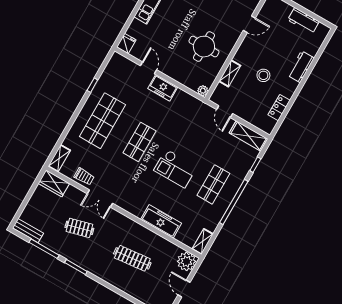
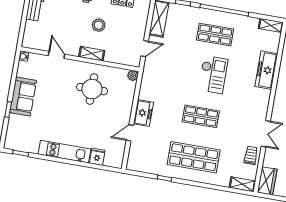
fridge: (126, 44) -> (97, 157), moved, turned 90
shelving: (230, 73) -> (92, 54), moved

